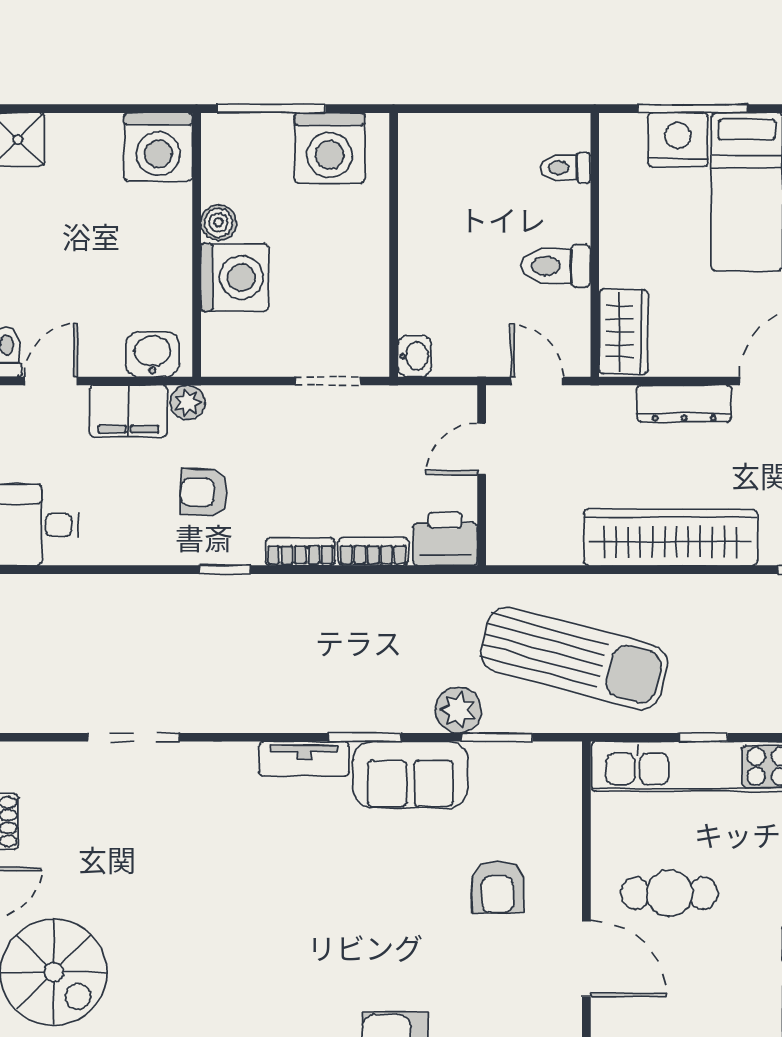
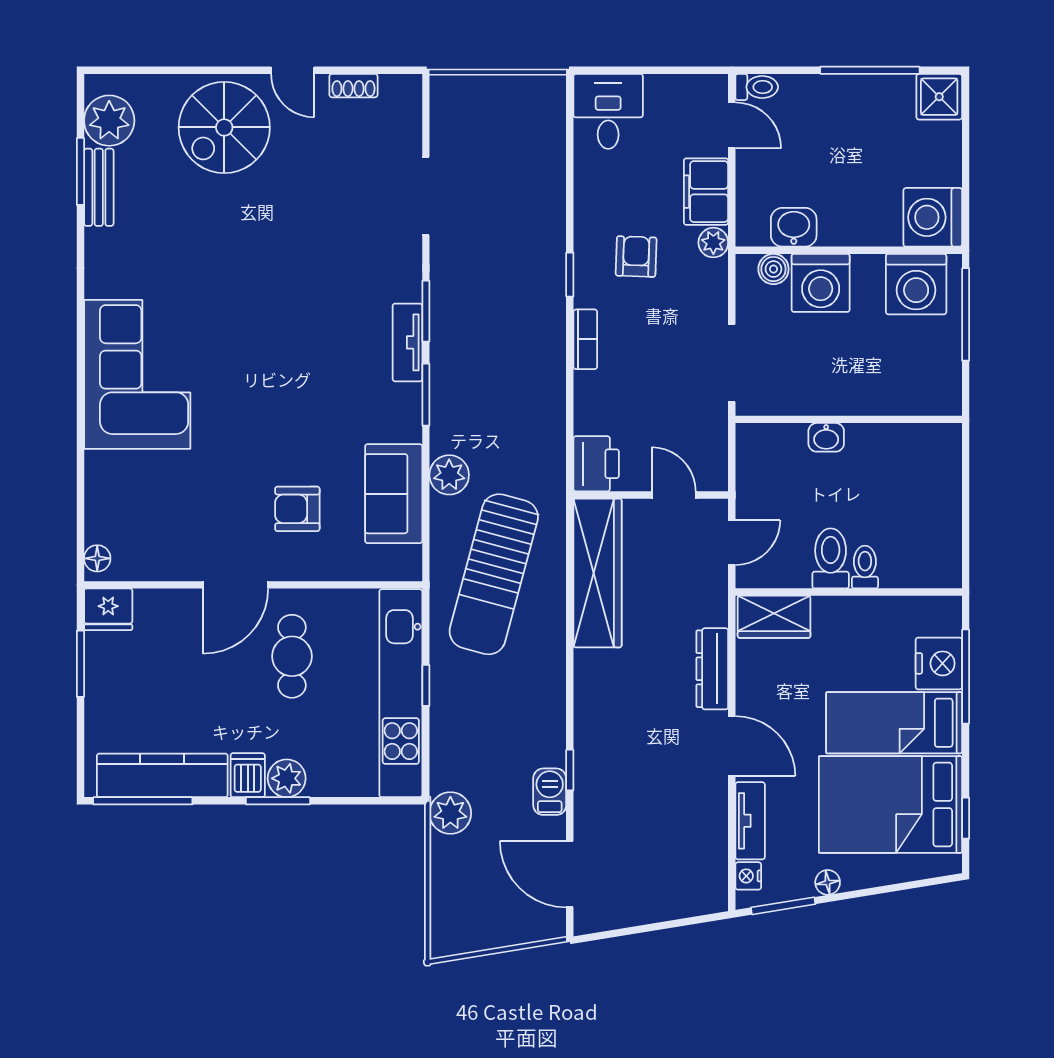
washing machine: (329, 148) -> (916, 284), moved, turned -90
toilet: (566, 168) -> (865, 567), moved
boiler: (218, 223) -> (773, 269), moved
washbasin: (152, 354) -> (794, 227), moved, turned -90
washbasin: (415, 356) -> (826, 437), moved
doorway: (328, 381) -> (732, 363), width x1.38
wardrobe: (670, 537) -> (598, 573), moved
bookcase: (373, 551) -> (585, 402), removed
window: (497, 737) -> (426, 311), moved
sofa: (410, 775) -> (394, 494), moved

